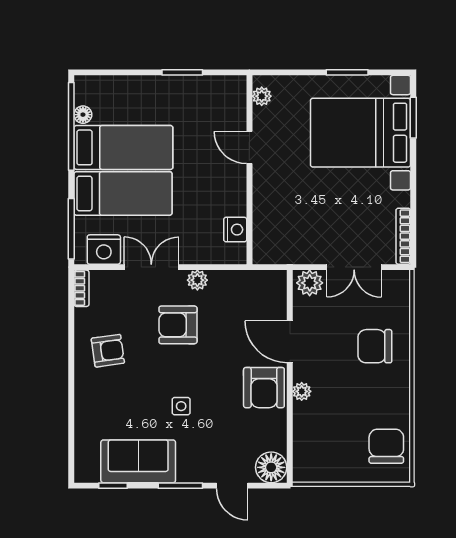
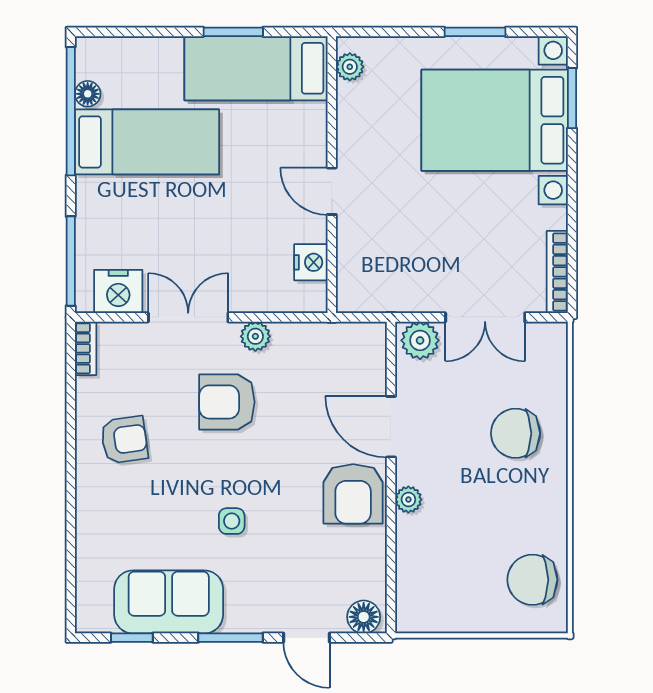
door: (249, 148) -> (332, 191), moved
bed: (123, 193) -> (256, 68), moved, turned 180
chair: (386, 446) -> (532, 580), turned -90
floor lamp: (271, 467) -> (364, 617), width x0.73, depth x0.73

